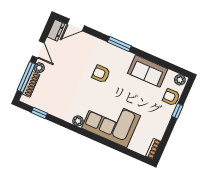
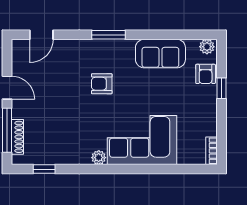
dresser: (56, 30) -> (19, 53), removed
plant: (39, 68) -> (18, 111), removed
armchair: (171, 97) -> (206, 74), turned -90

